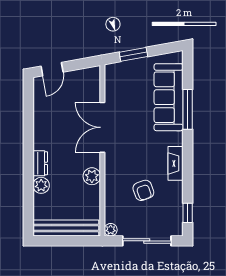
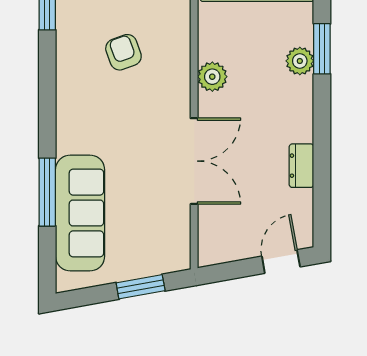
dresser: (40, 163) -> (301, 166), moved
fireplace: (176, 163) -> (68, 99), removed
window: (28, 192) -> (322, 49), added

